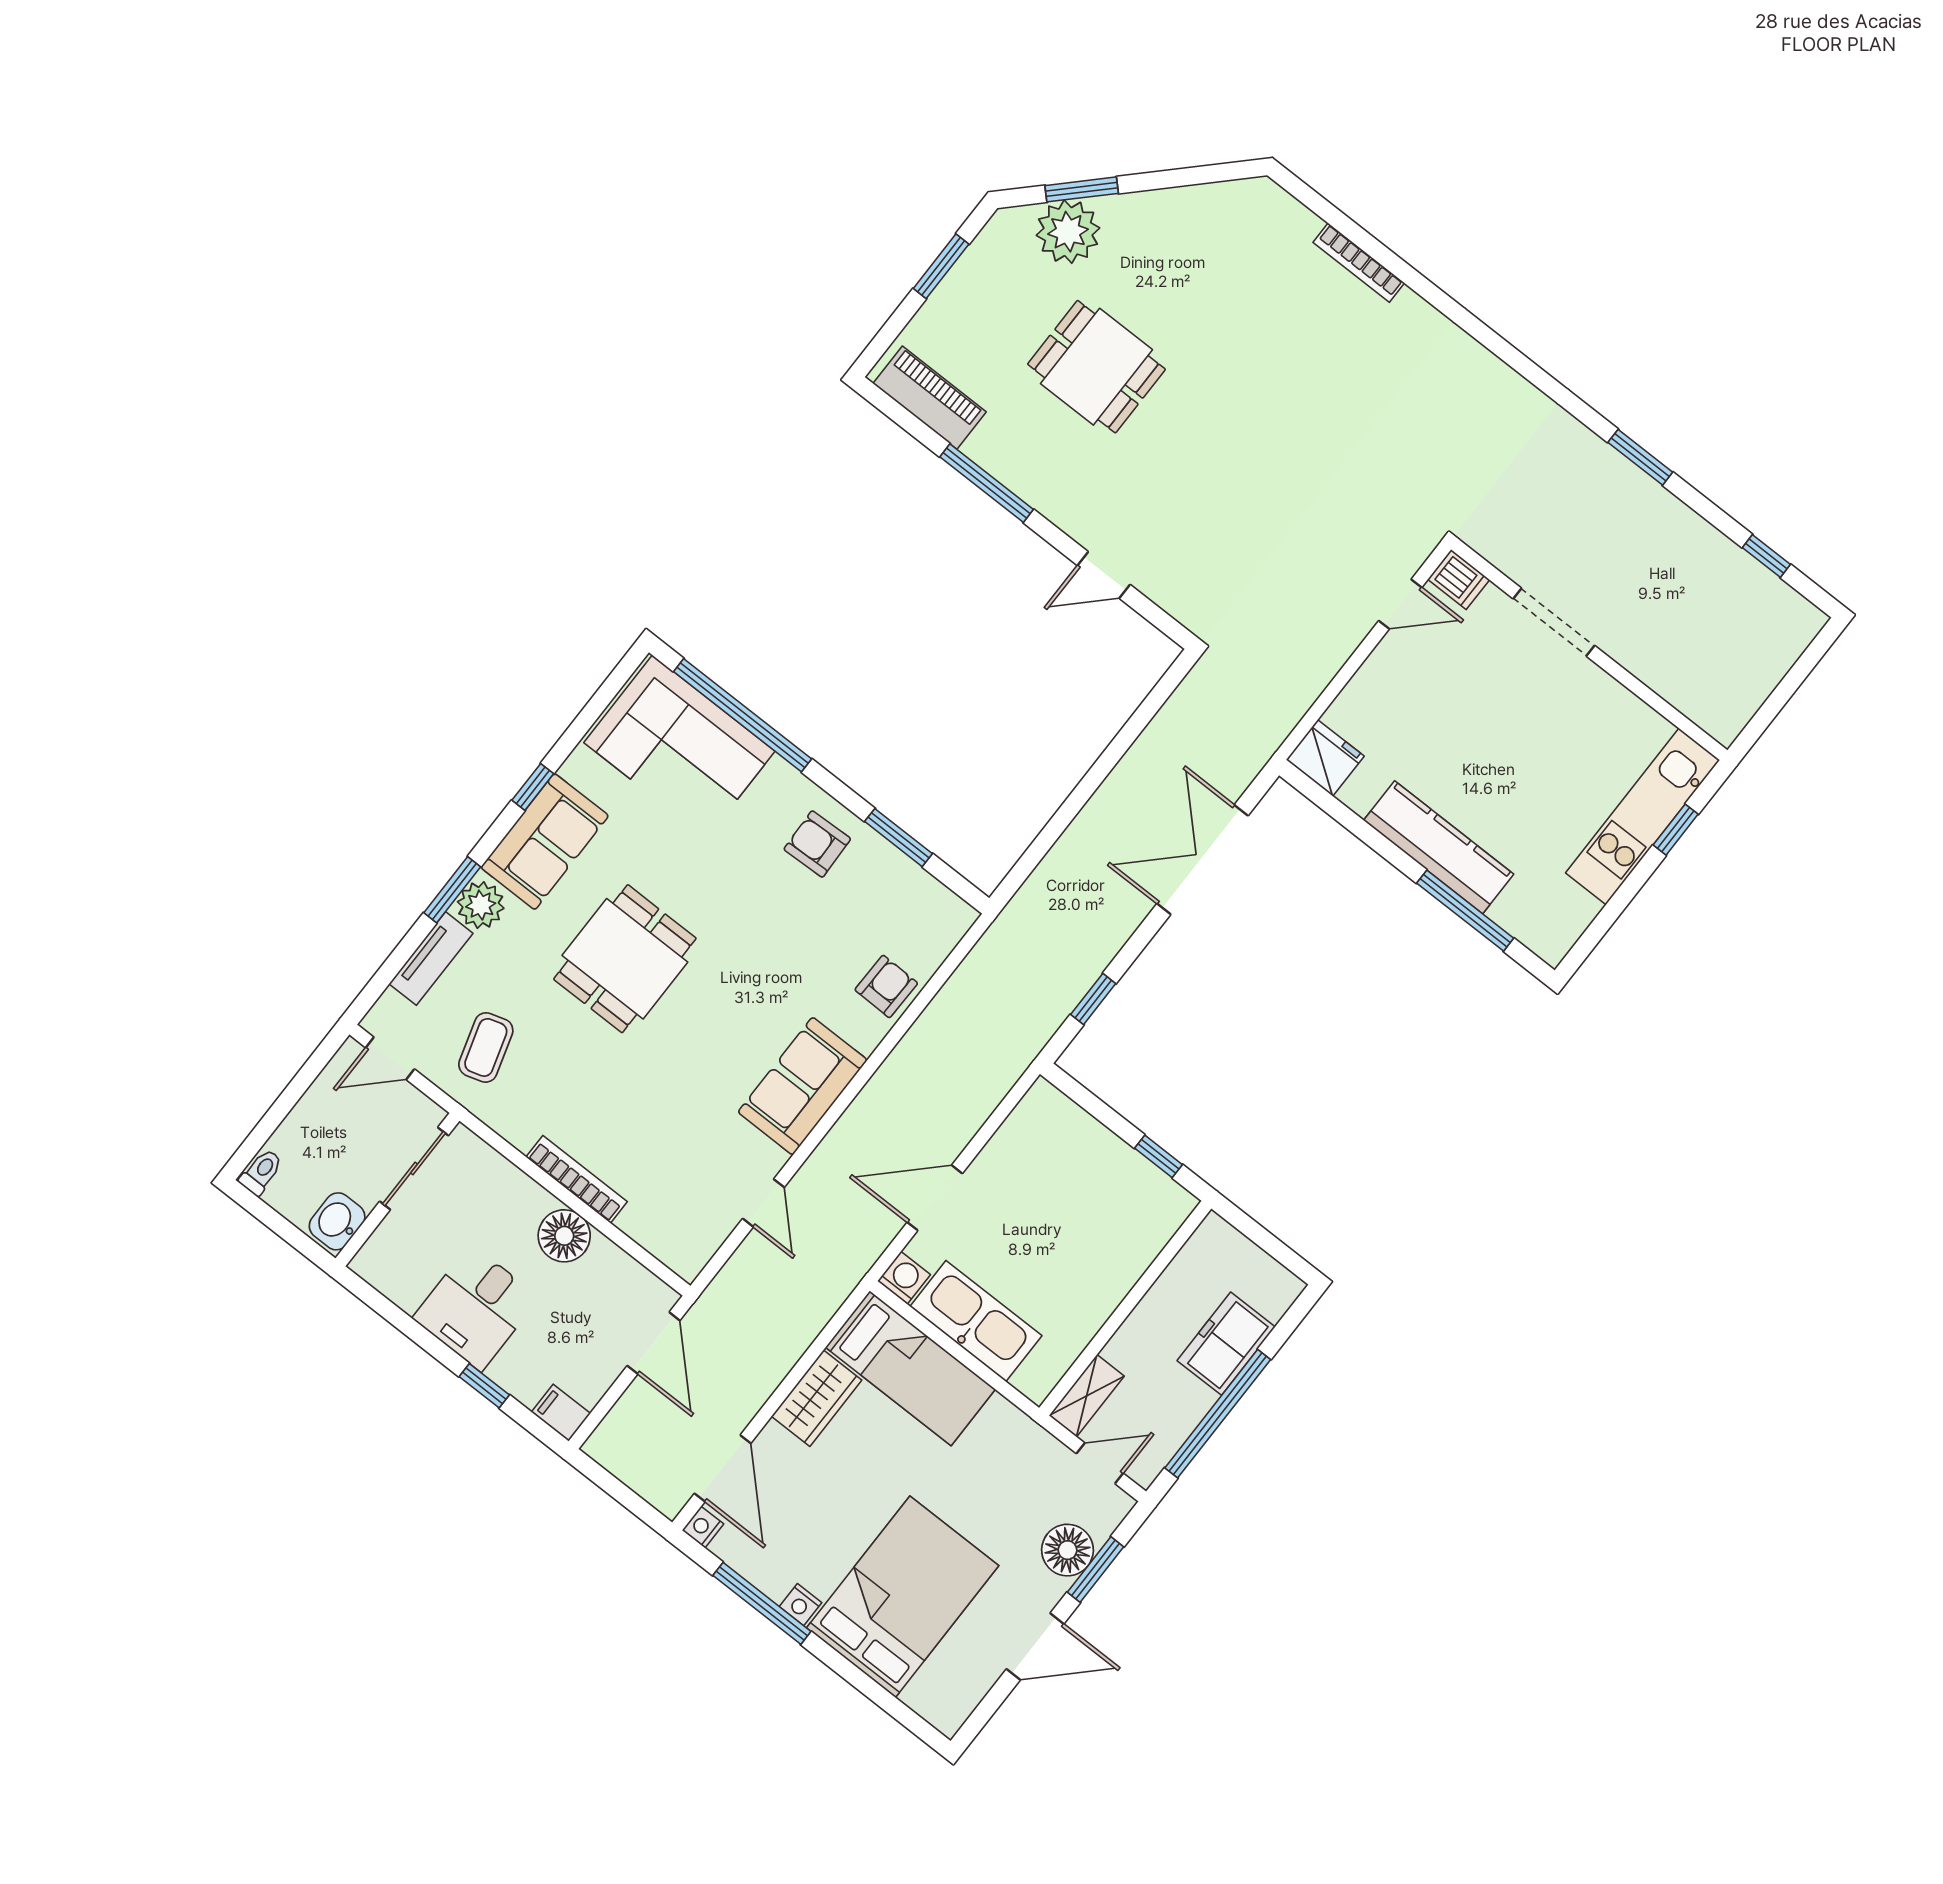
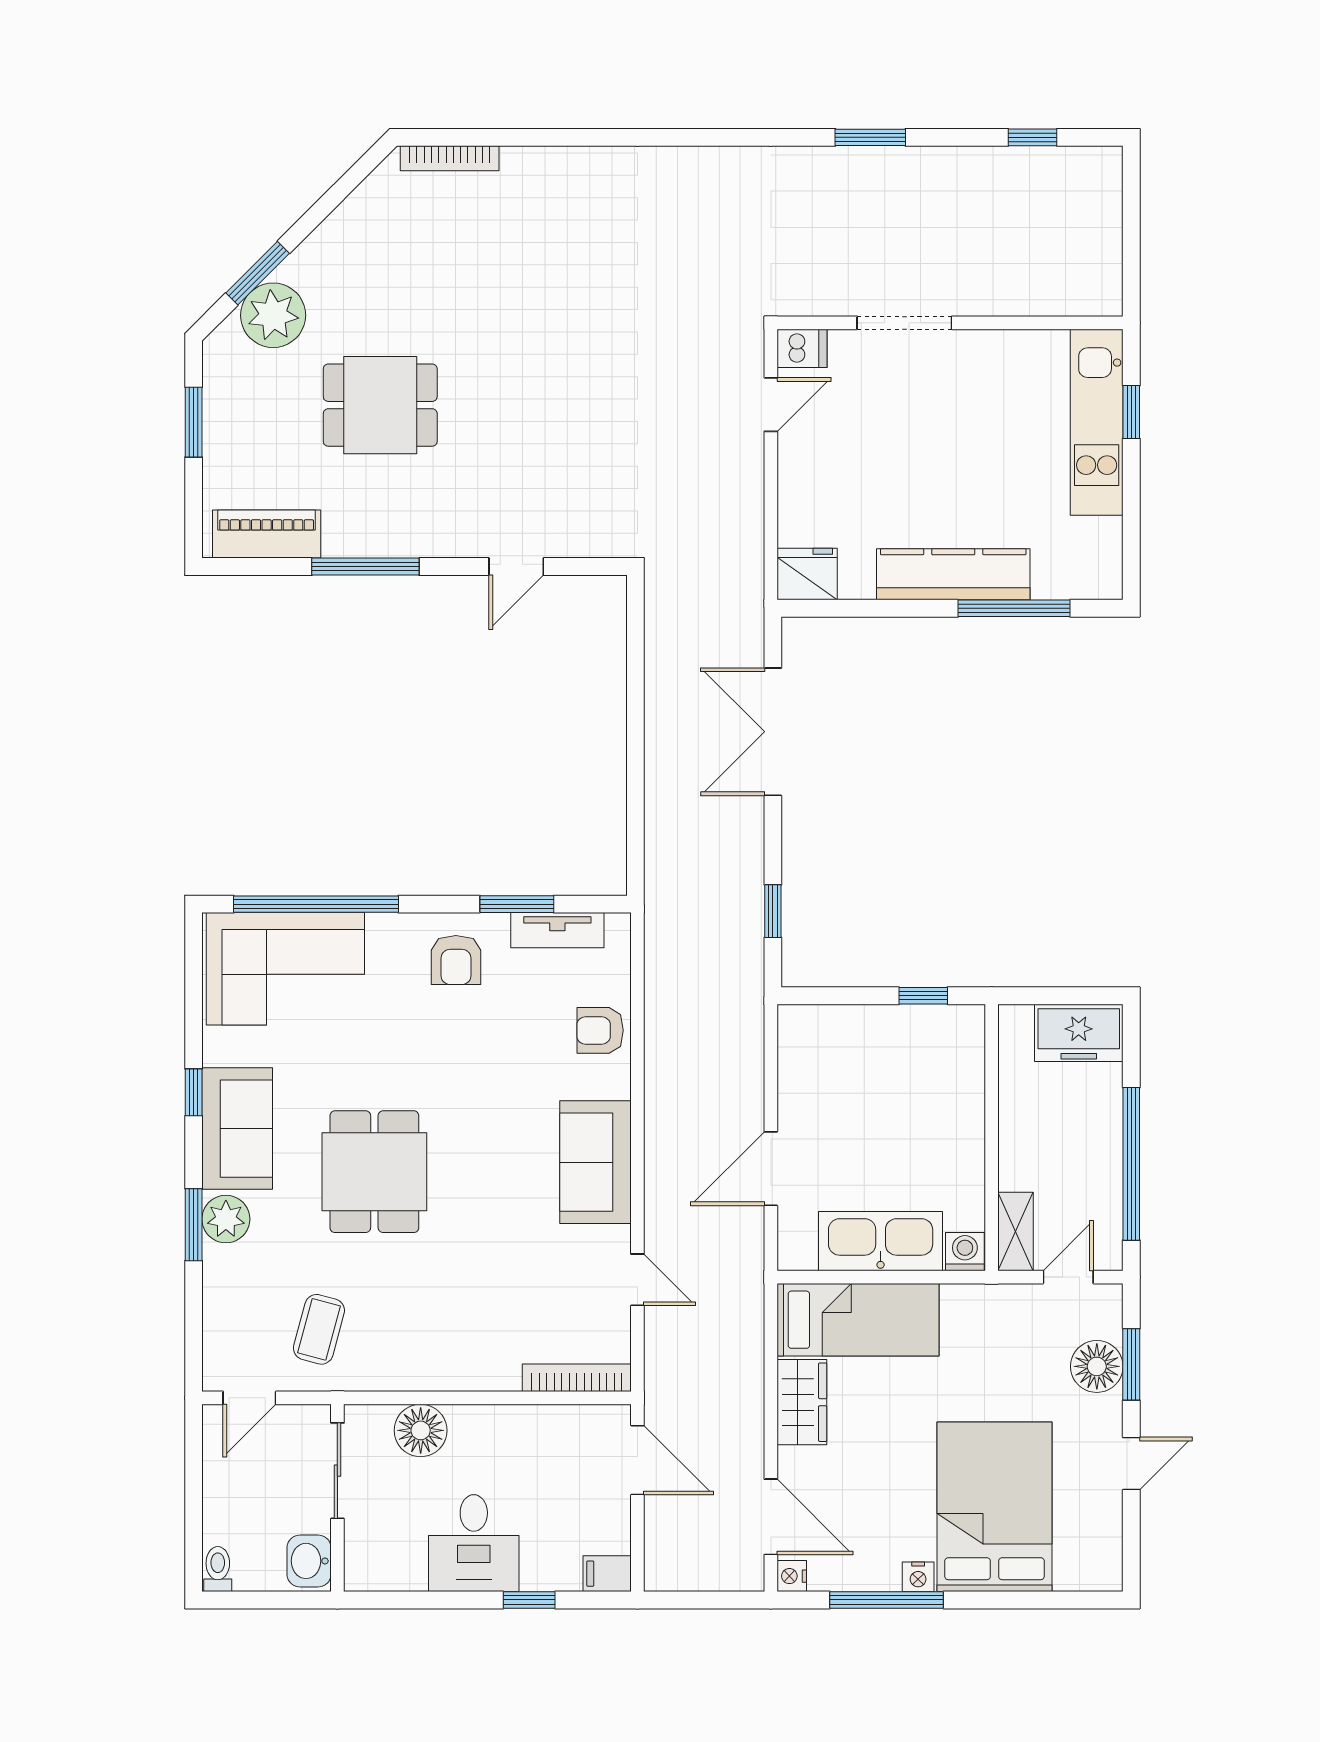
bookcase: (1359, 263) -> (450, 158), moved
armchair: (817, 844) -> (456, 960), turned -88
tv unit: (431, 959) -> (557, 930), moved, turned 90
armchair: (886, 986) -> (600, 1030), turned -91
coffee table: (486, 1047) -> (319, 1329), turned 32
bookcase: (577, 1179) -> (577, 1378), moved
floor lamp: (564, 1236) -> (421, 1430), moved
washing machine: (904, 1278) -> (965, 1252), moved
freezer: (1226, 1344) -> (1079, 1033), moved, turned -90
door: (1035, 1646) -> (1131, 1464), width x0.73

